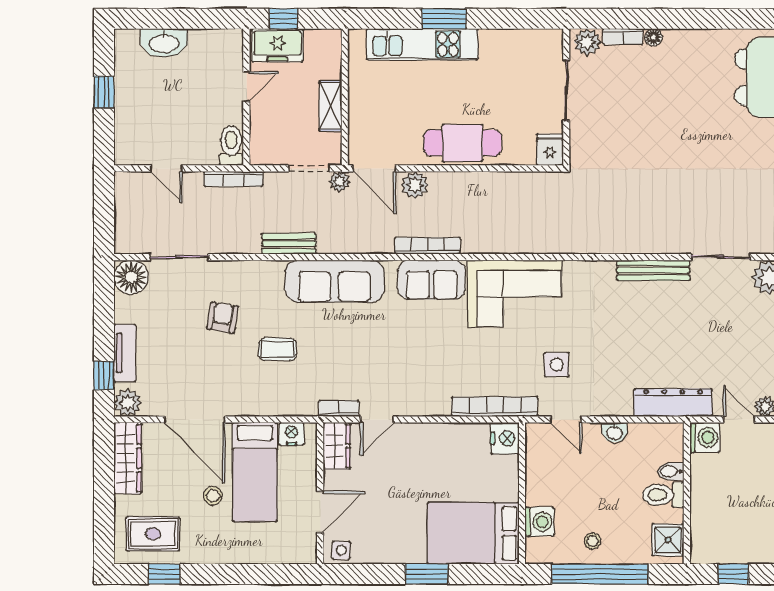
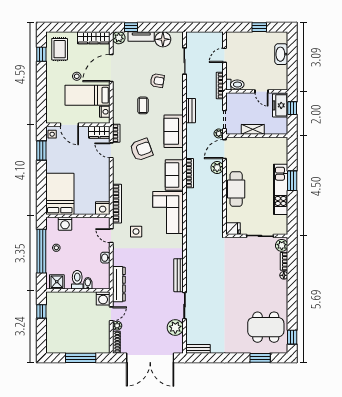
kitchen unit: (422, 44) -> (281, 189), moved
floor lamp: (131, 277) -> (163, 39), moved
sofa: (335, 281) -> (174, 131), width x0.73
armchair: (375, 353) -> (141, 150), added
door: (566, 420) -> (111, 236), hinge flipped
window: (426, 574) -> (41, 150), moved

